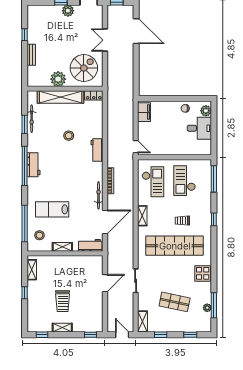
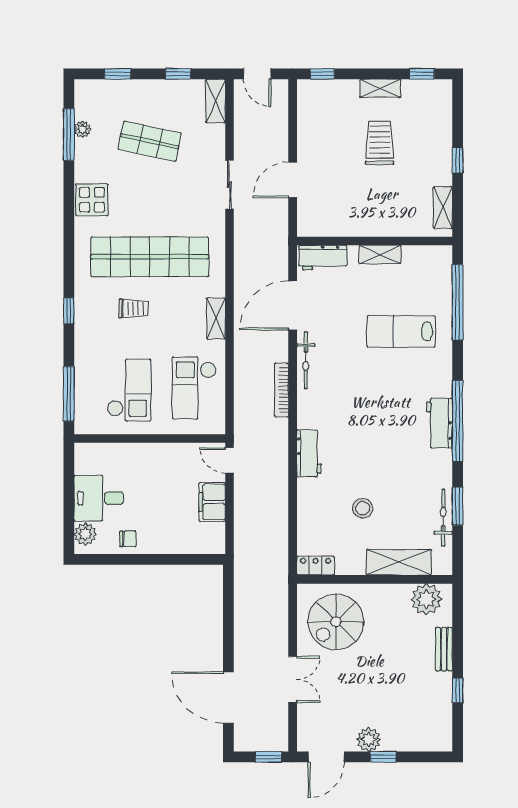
plant: (58, 79) -> (426, 599), moved
shelving: (61, 97) -> (399, 562), width x0.68
filing cabinet: (144, 112) -> (212, 502), moved
stool: (69, 136) -> (363, 508), moved
lab bench: (52, 209) -> (401, 331), turned 180
stool: (39, 235) -> (427, 278), removed

